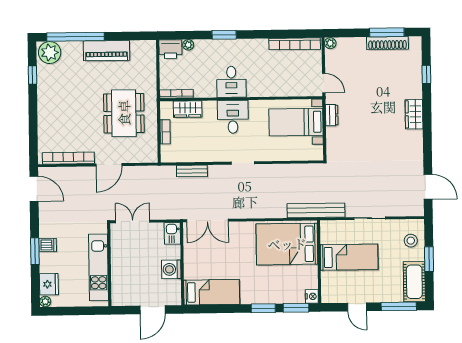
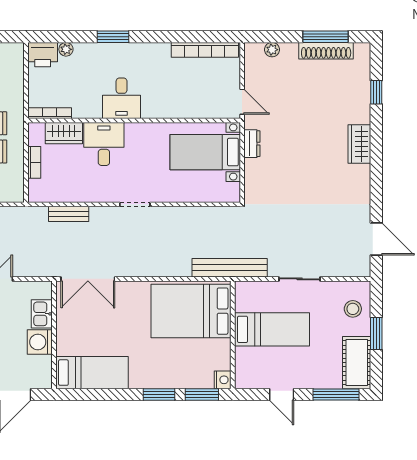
plant: (330, 43) -> (272, 50), moved
desk: (233, 117) -> (104, 144), moved
kitchen sink: (172, 233) -> (42, 314), moved

